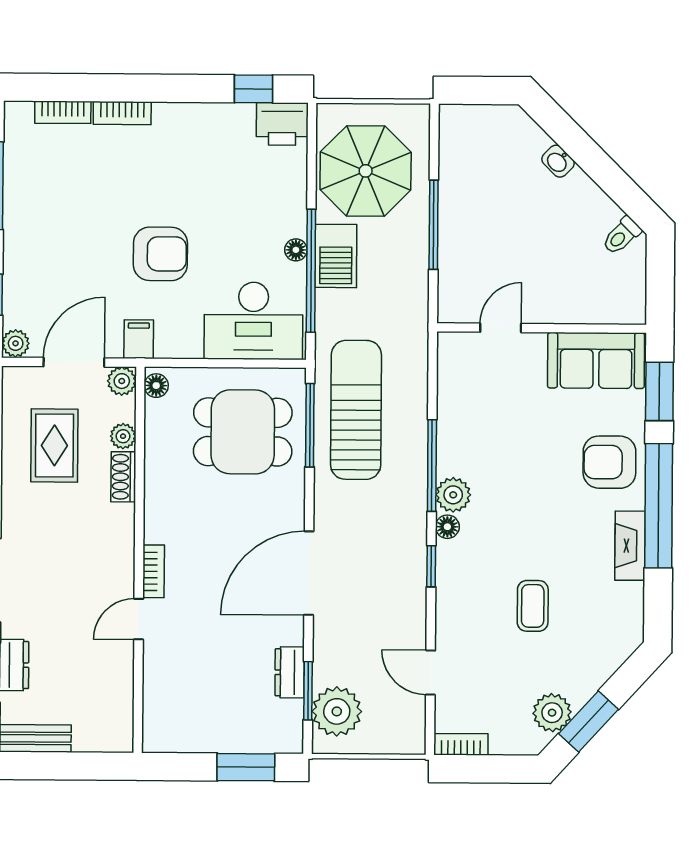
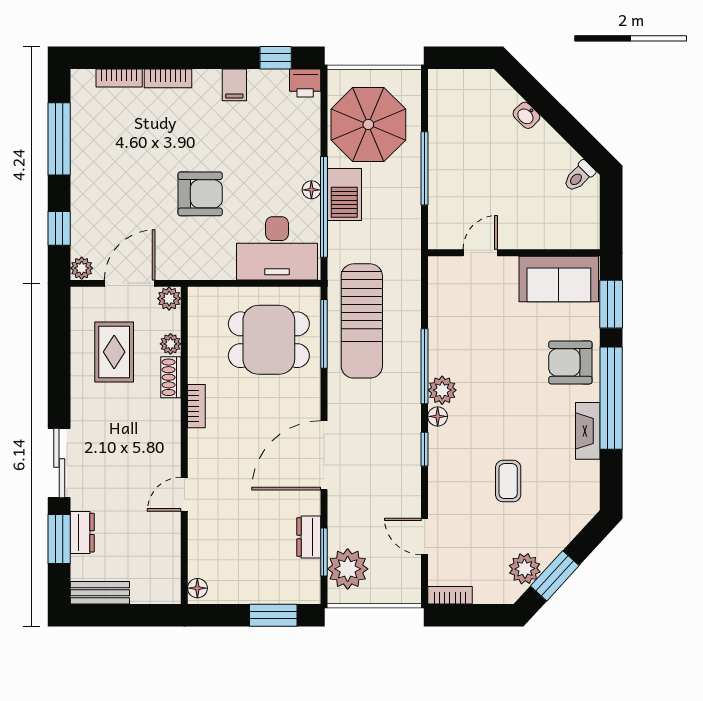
printer: (282, 124) -> (305, 83), width x0.73, depth x0.81
filing cabinet: (139, 339) -> (234, 85), moved, turned 180
floor lamp: (156, 386) -> (197, 588), moved
sun lounger: (356, 410) -> (362, 321), turned 180
bookcase: (154, 571) -> (196, 406), moved

